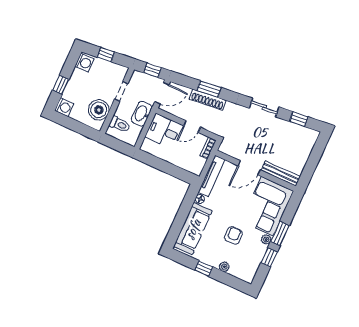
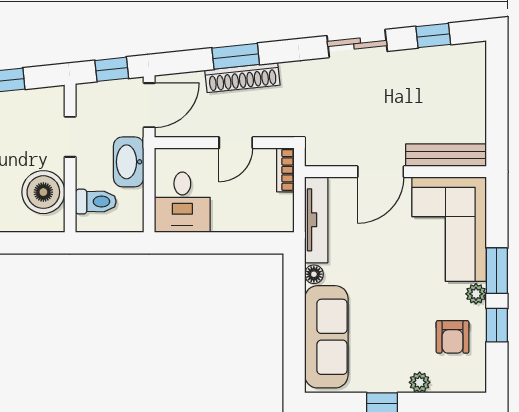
desk: (163, 131) -> (182, 202), moved, turned -90
armchair: (233, 236) -> (453, 337), moved, turned 180

